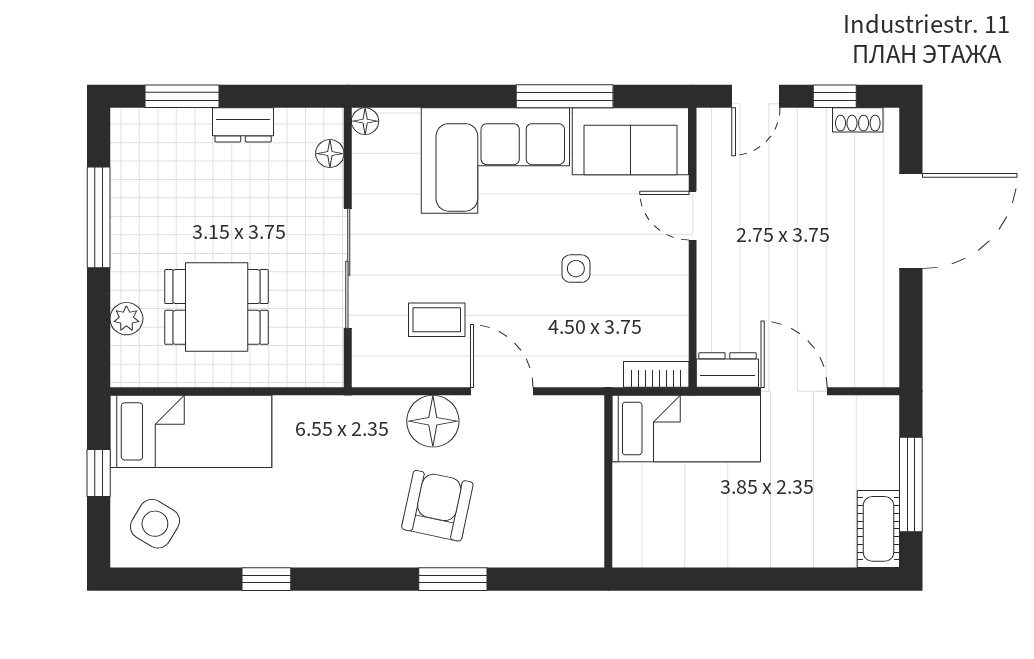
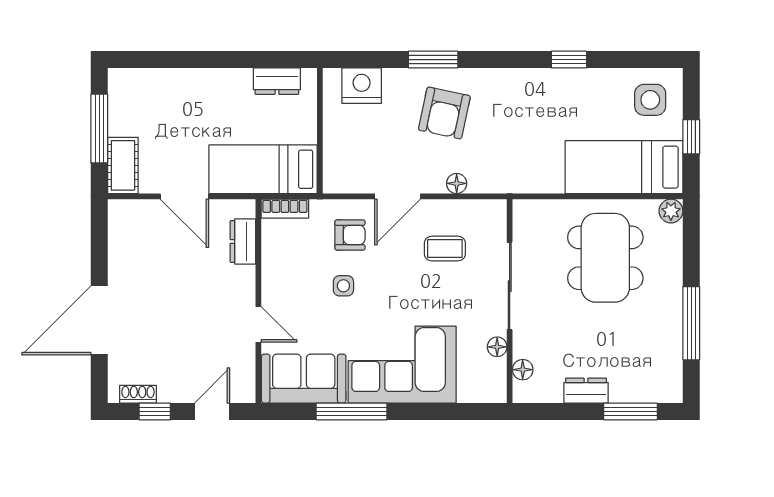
floor lamp: (365, 121) -> (497, 347), moved
dining table: (217, 307) -> (605, 258), width x1.38
plant: (126, 319) -> (671, 211), moved
armchair: (567, 338) -> (350, 235), added
dresser: (727, 370) -> (243, 241), moved, turned 90
door: (502, 391) -> (397, 196), hinge flipped
floor lamp: (433, 421) -> (457, 183), width x0.53, depth x0.53
side table: (155, 524) -> (650, 100), turned -31
cot: (878, 529) -> (123, 165), moved
nightstand: (551, 543) -> (362, 86), added
dresser: (667, 549) -> (277, 81), added

